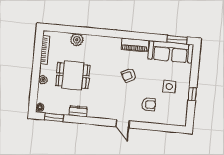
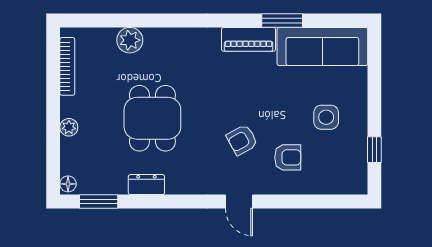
window: (177, 40) -> (282, 20), moved
dining table: (73, 75) -> (152, 118), moved, turned 90
armchair: (129, 75) -> (242, 140), moved
window: (192, 94) -> (374, 150), moved

